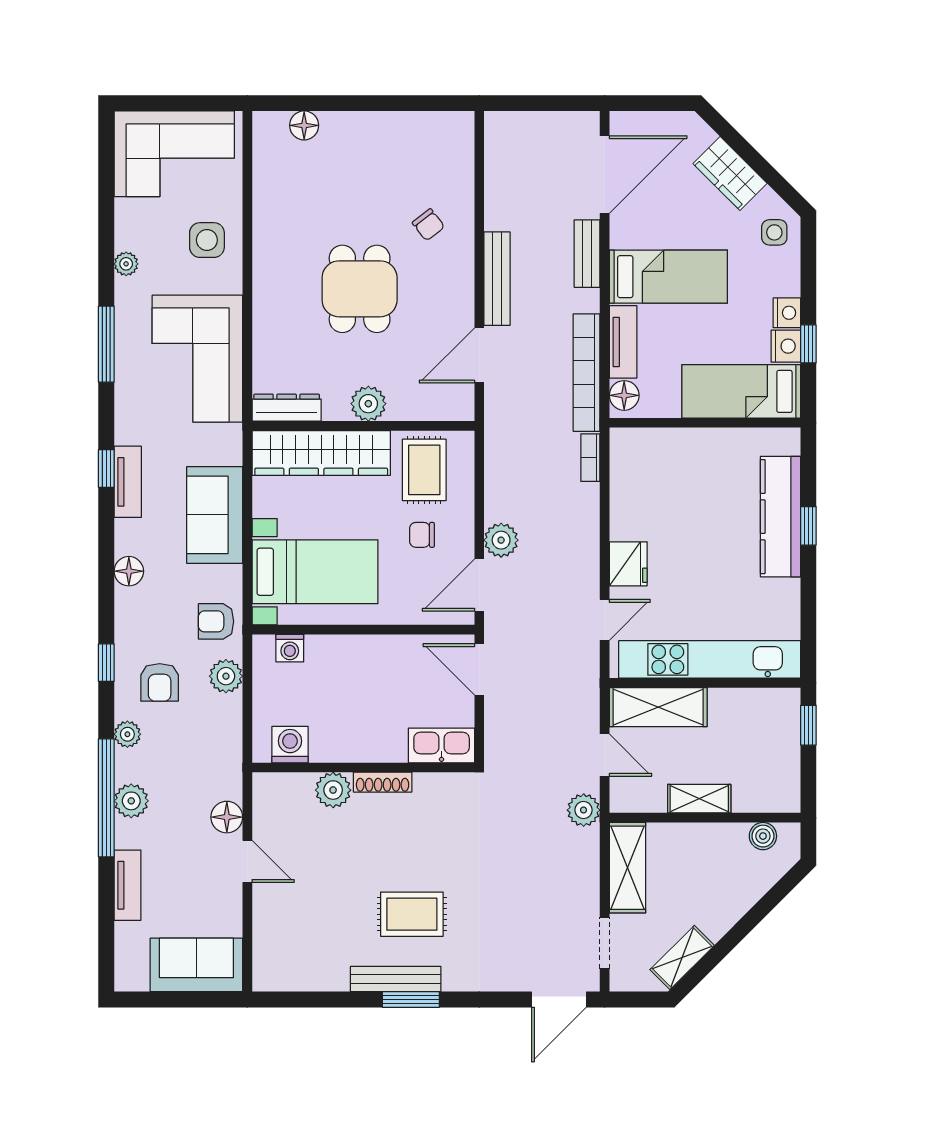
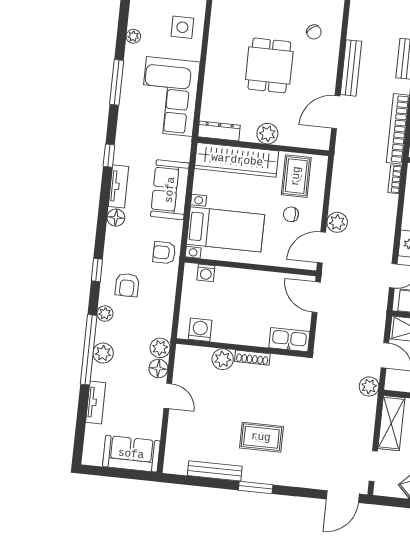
tv unit: (128, 482) -> (118, 186), moved
plant: (226, 676) -> (160, 348), moved
bench: (396, 979) -> (215, 471), moved

